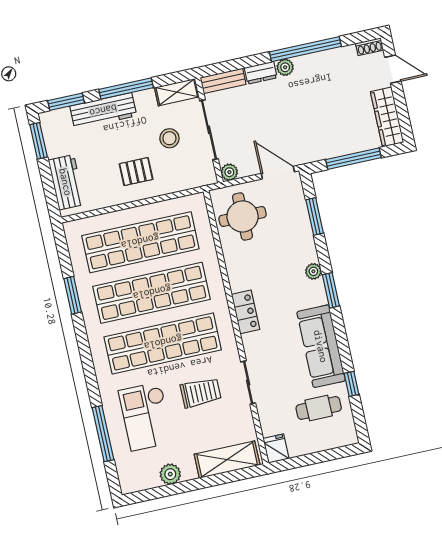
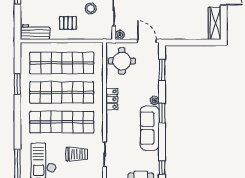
window: (353, 159) -> (191, 42), removed
workbench: (66, 182) -> (35, 32), moved, turned -90
locker: (245, 312) -> (112, 99), moved
sofa: (321, 346) -> (150, 128), moved

